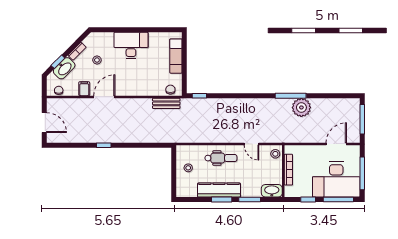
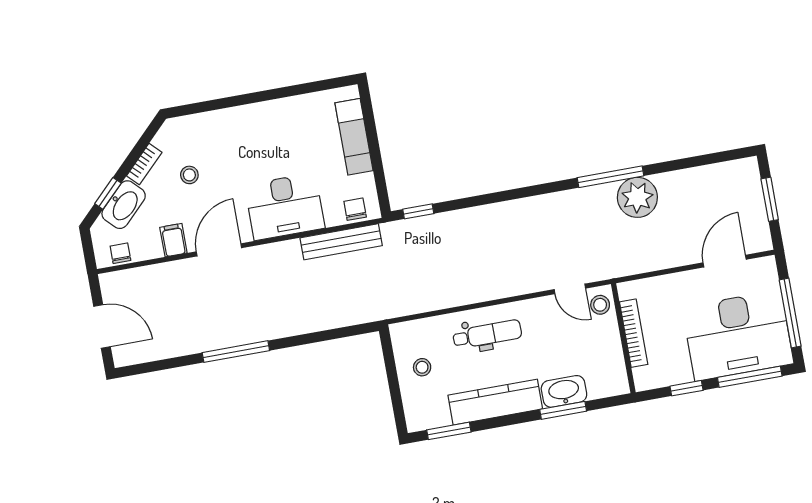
desk: (131, 45) -> (285, 207), moved, turned 180
bench: (166, 103) -> (341, 242), width x1.36
window: (362, 119) -> (770, 199), width x0.69
door: (252, 144) -> (570, 289), moved
window: (104, 145) -> (236, 352), width x2.17
washbasin: (272, 191) -> (564, 391), moved
window: (222, 199) -> (449, 431), moved

